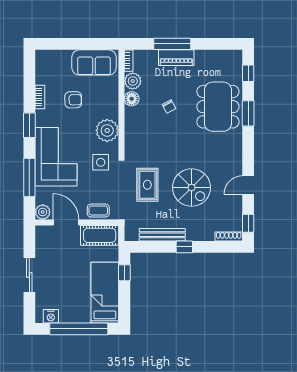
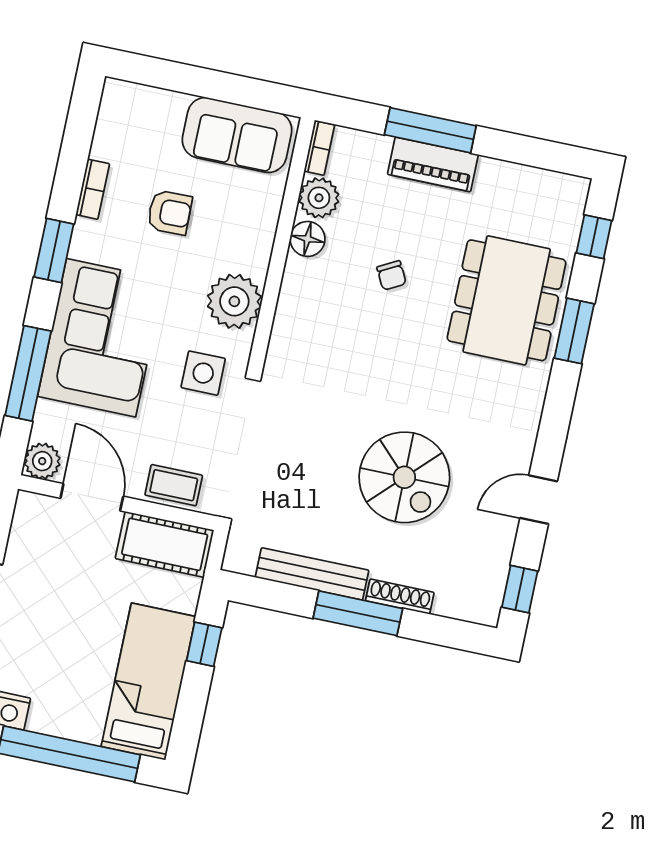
rug: (147, 185) -> (302, 449), removed
shoe rack: (229, 236) -> (400, 597), moved
window: (184, 247) -> (358, 613), width x2.17

